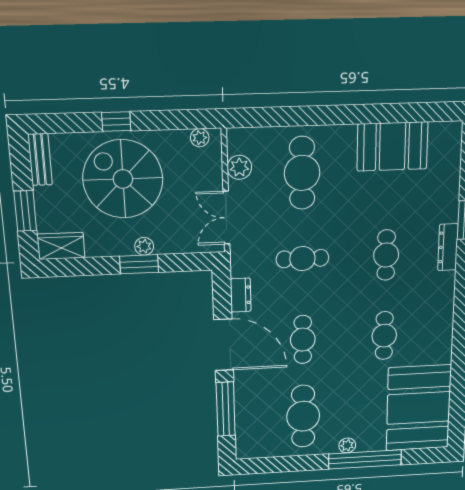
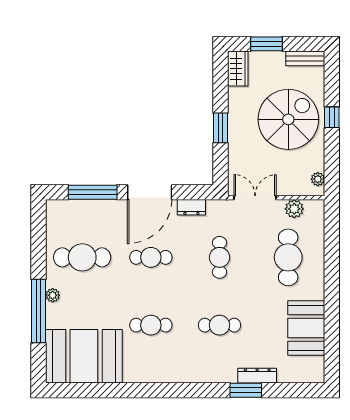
cafe table: (302, 173) -> (288, 257), turned 90
plant: (144, 246) -> (235, 133), removed
dresser: (448, 247) -> (257, 376), moved

